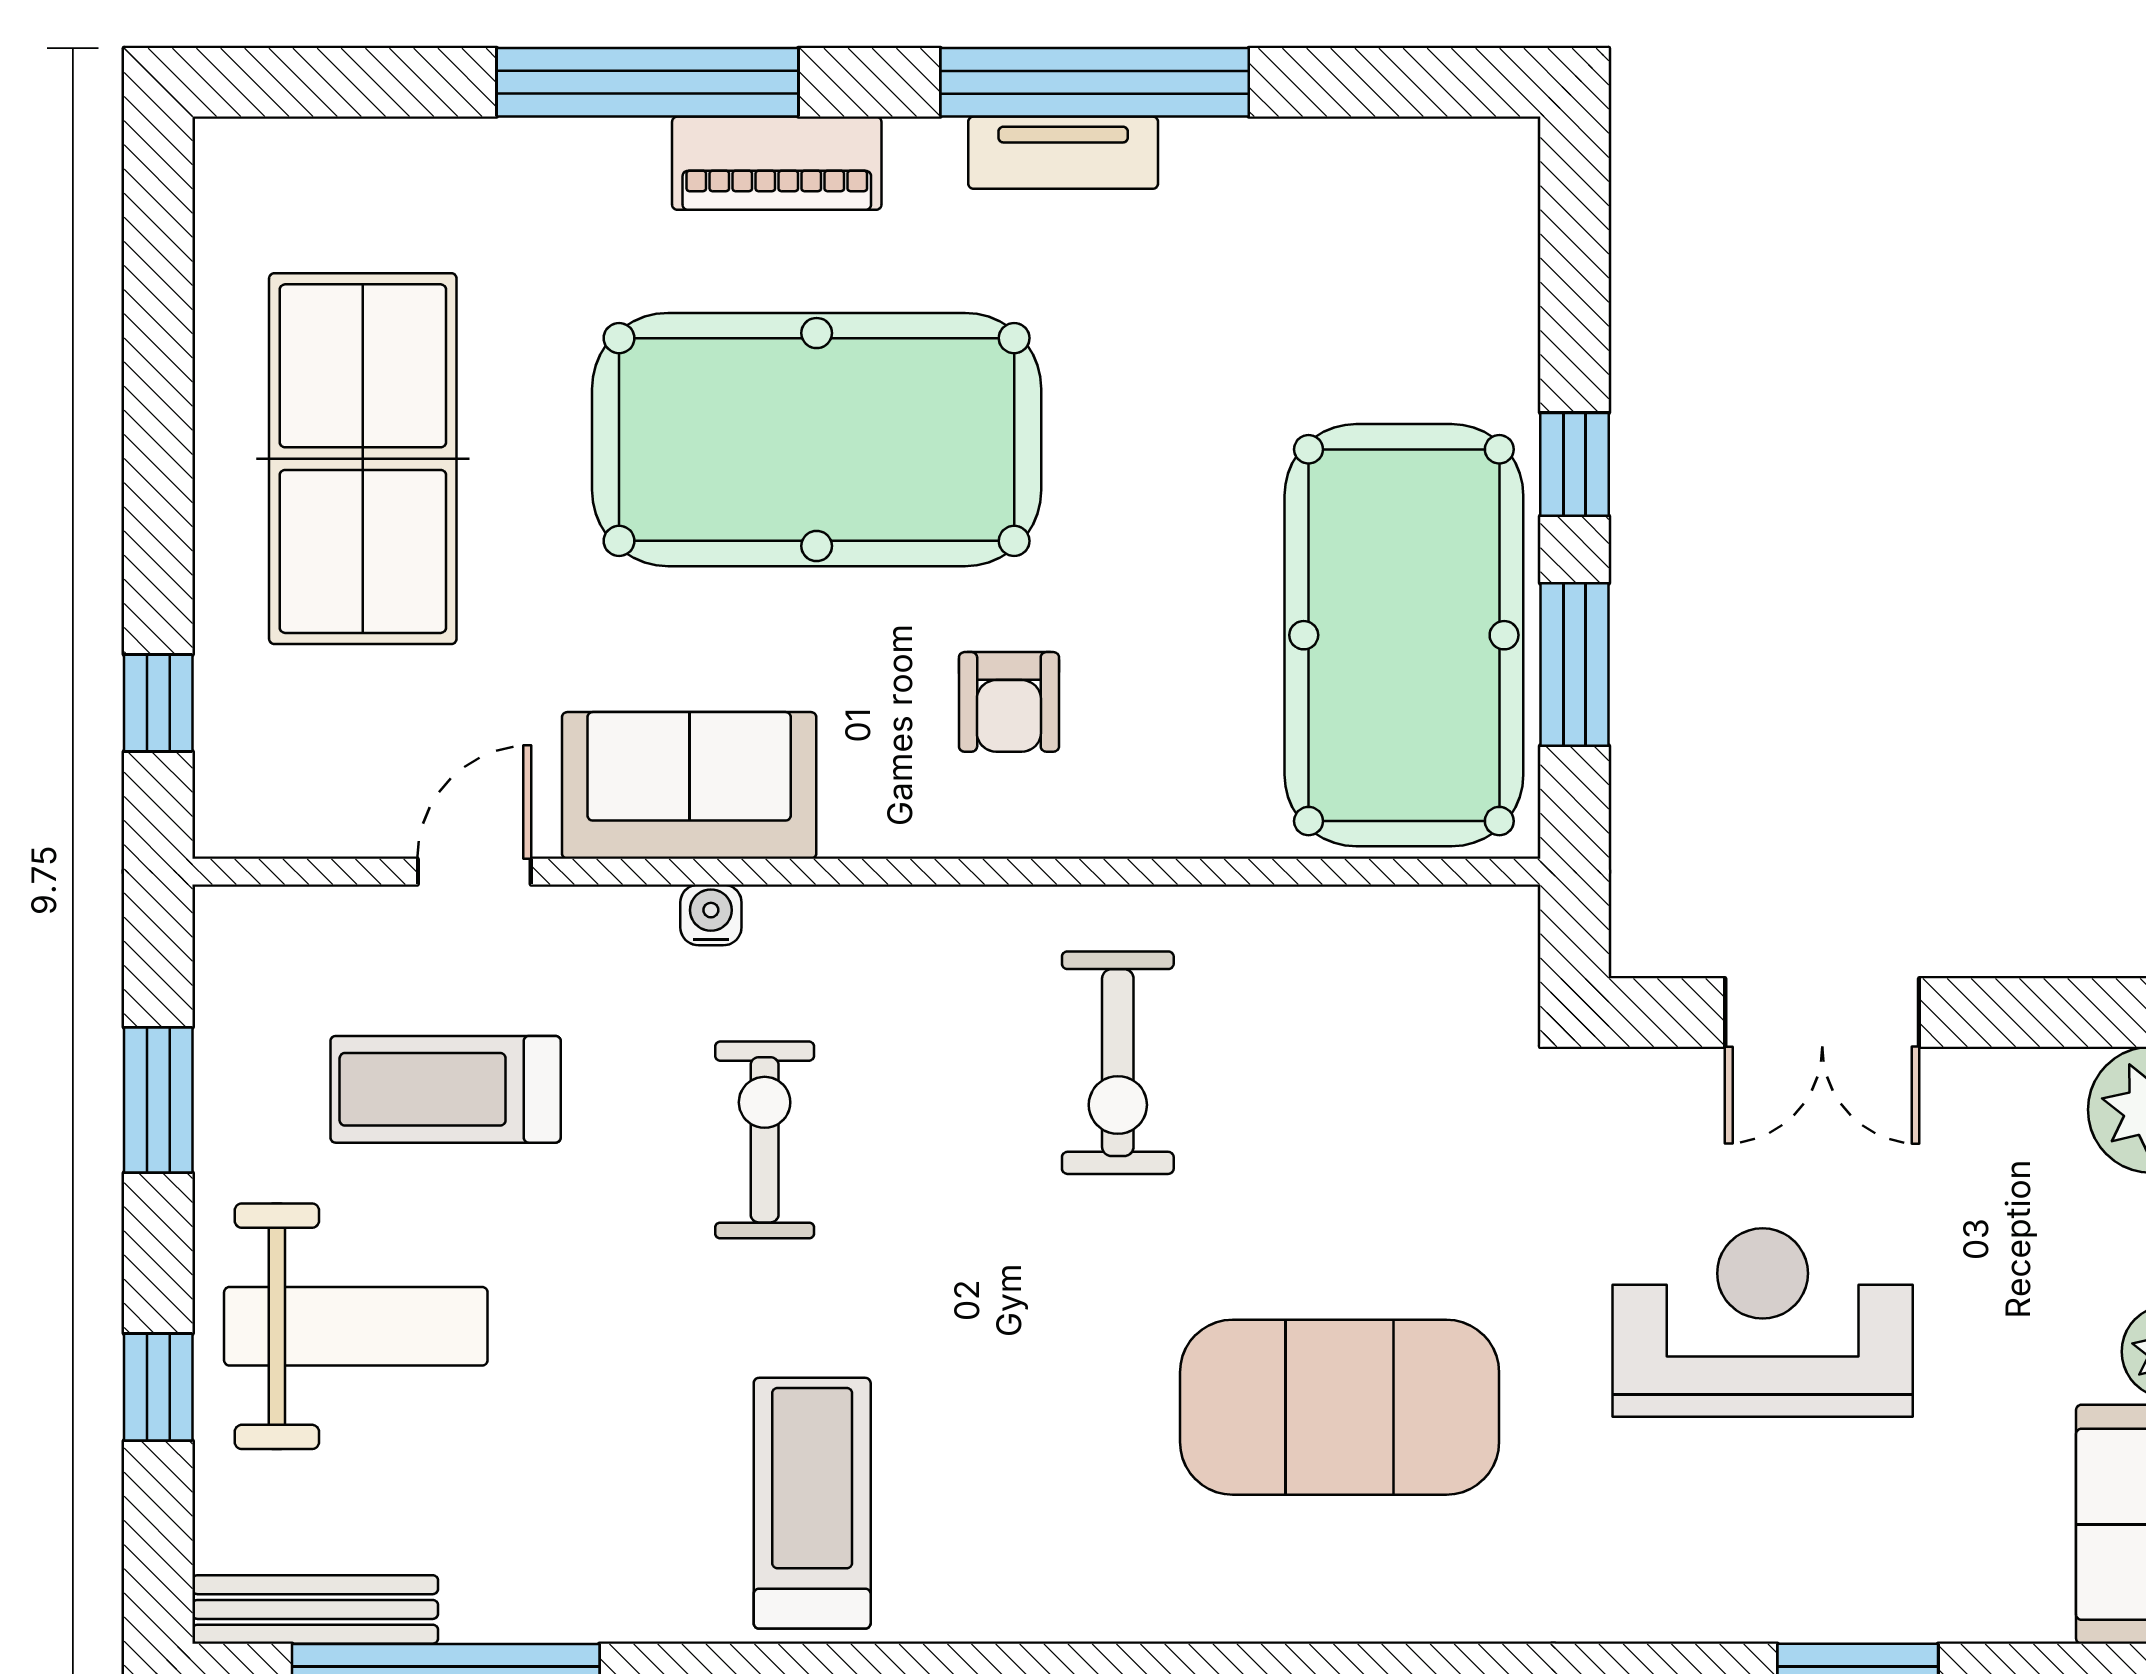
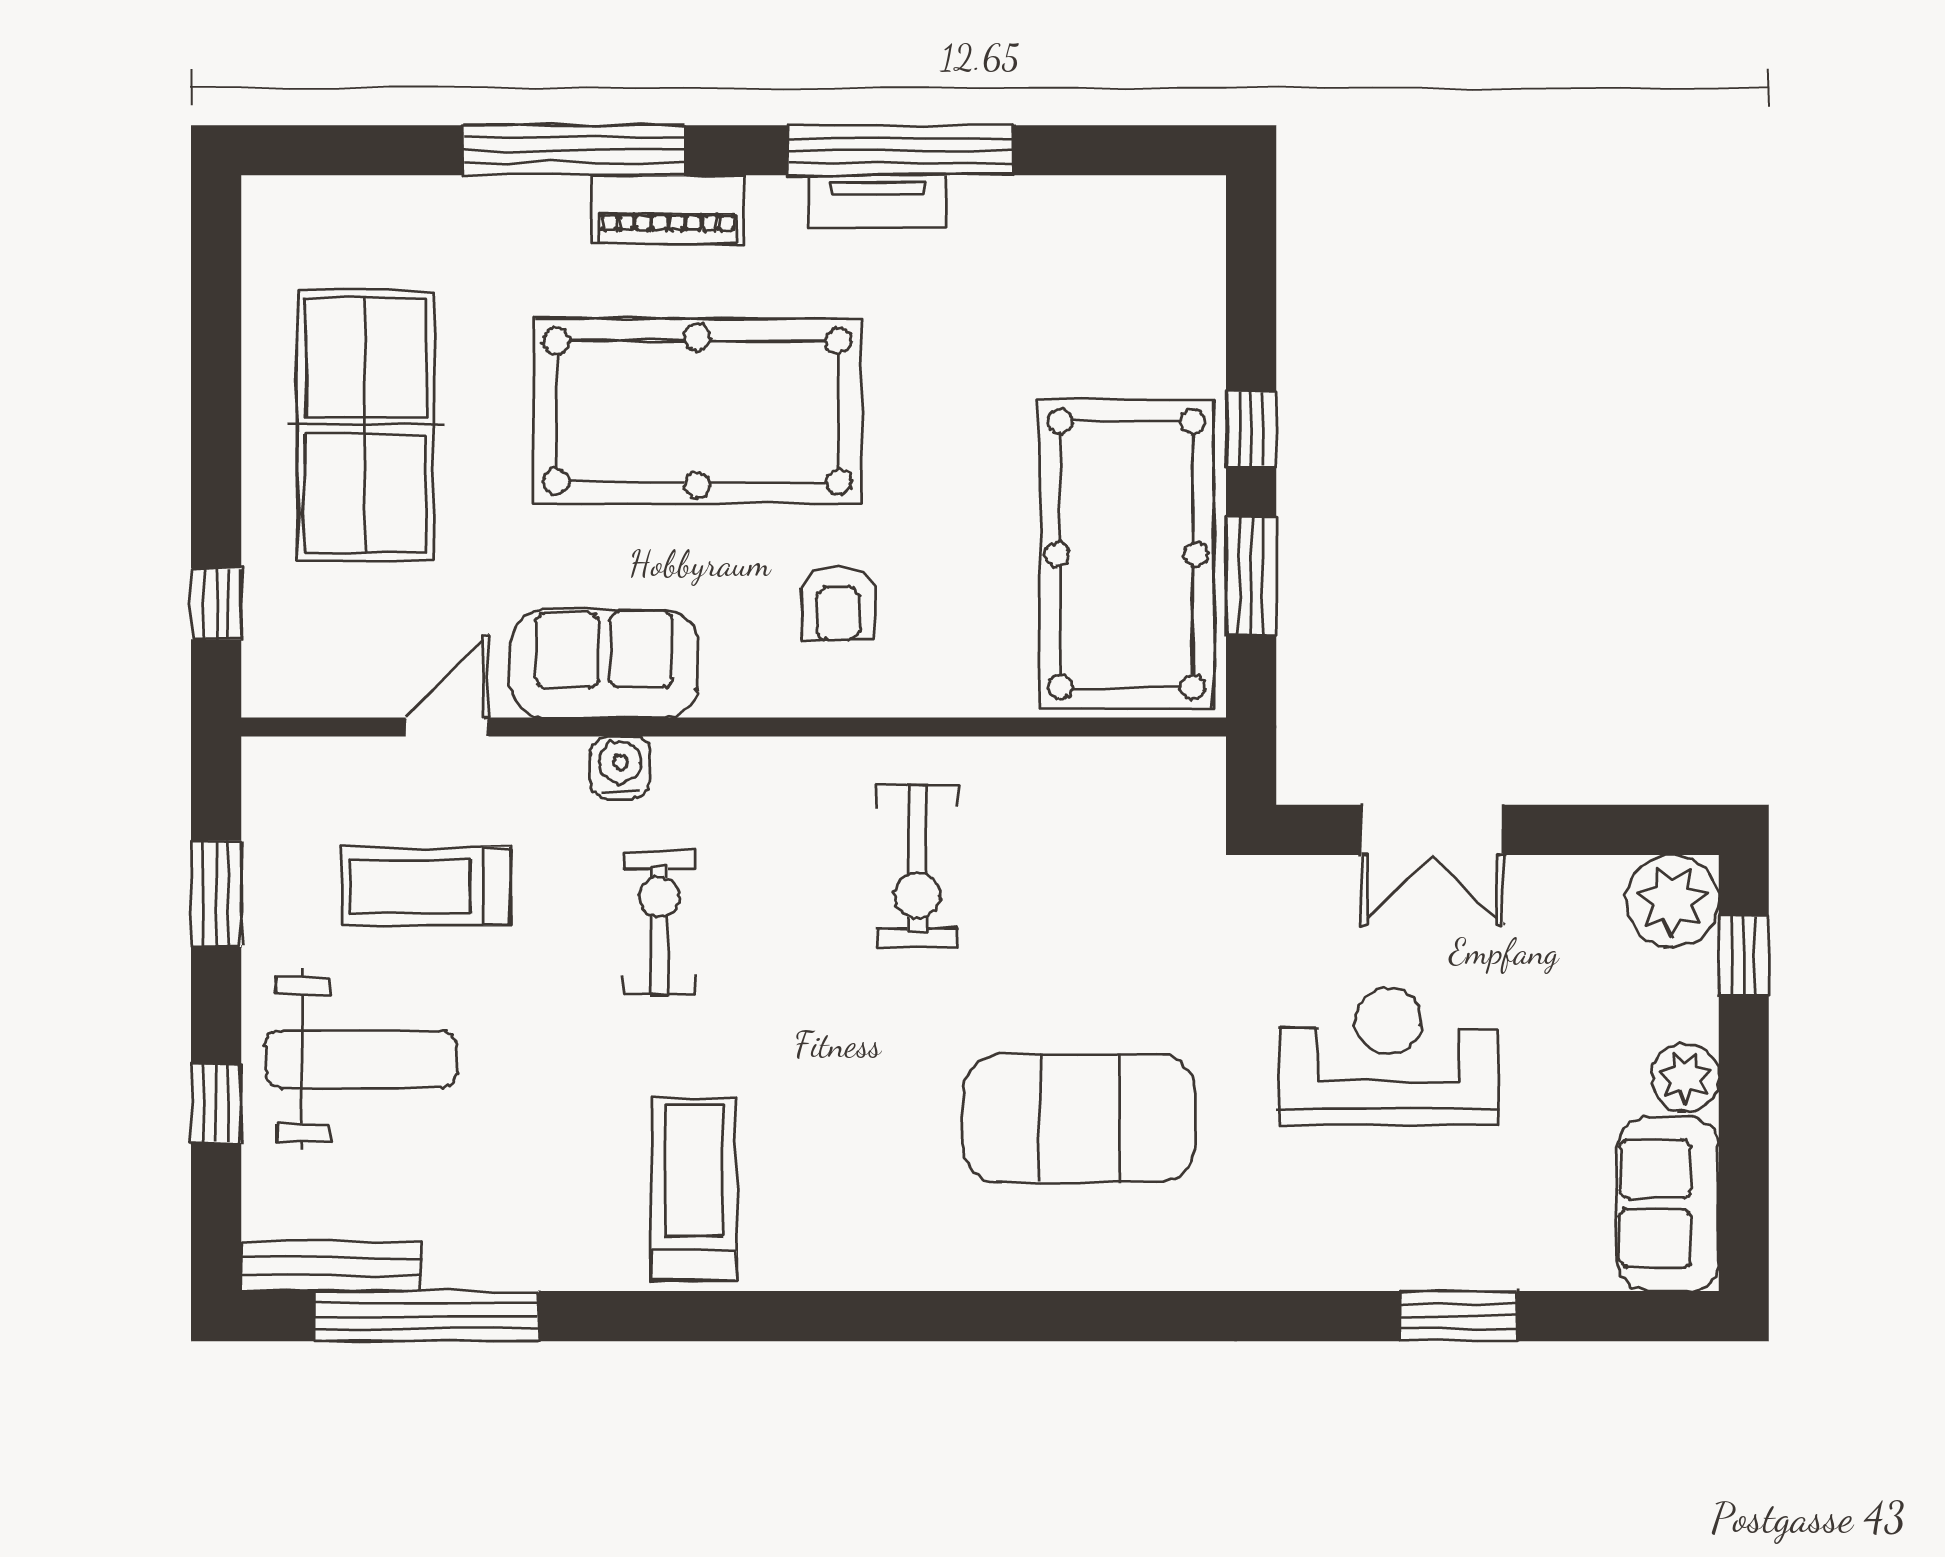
water cooler: (711, 915) -> (620, 767), width x1.38, depth x1.38

